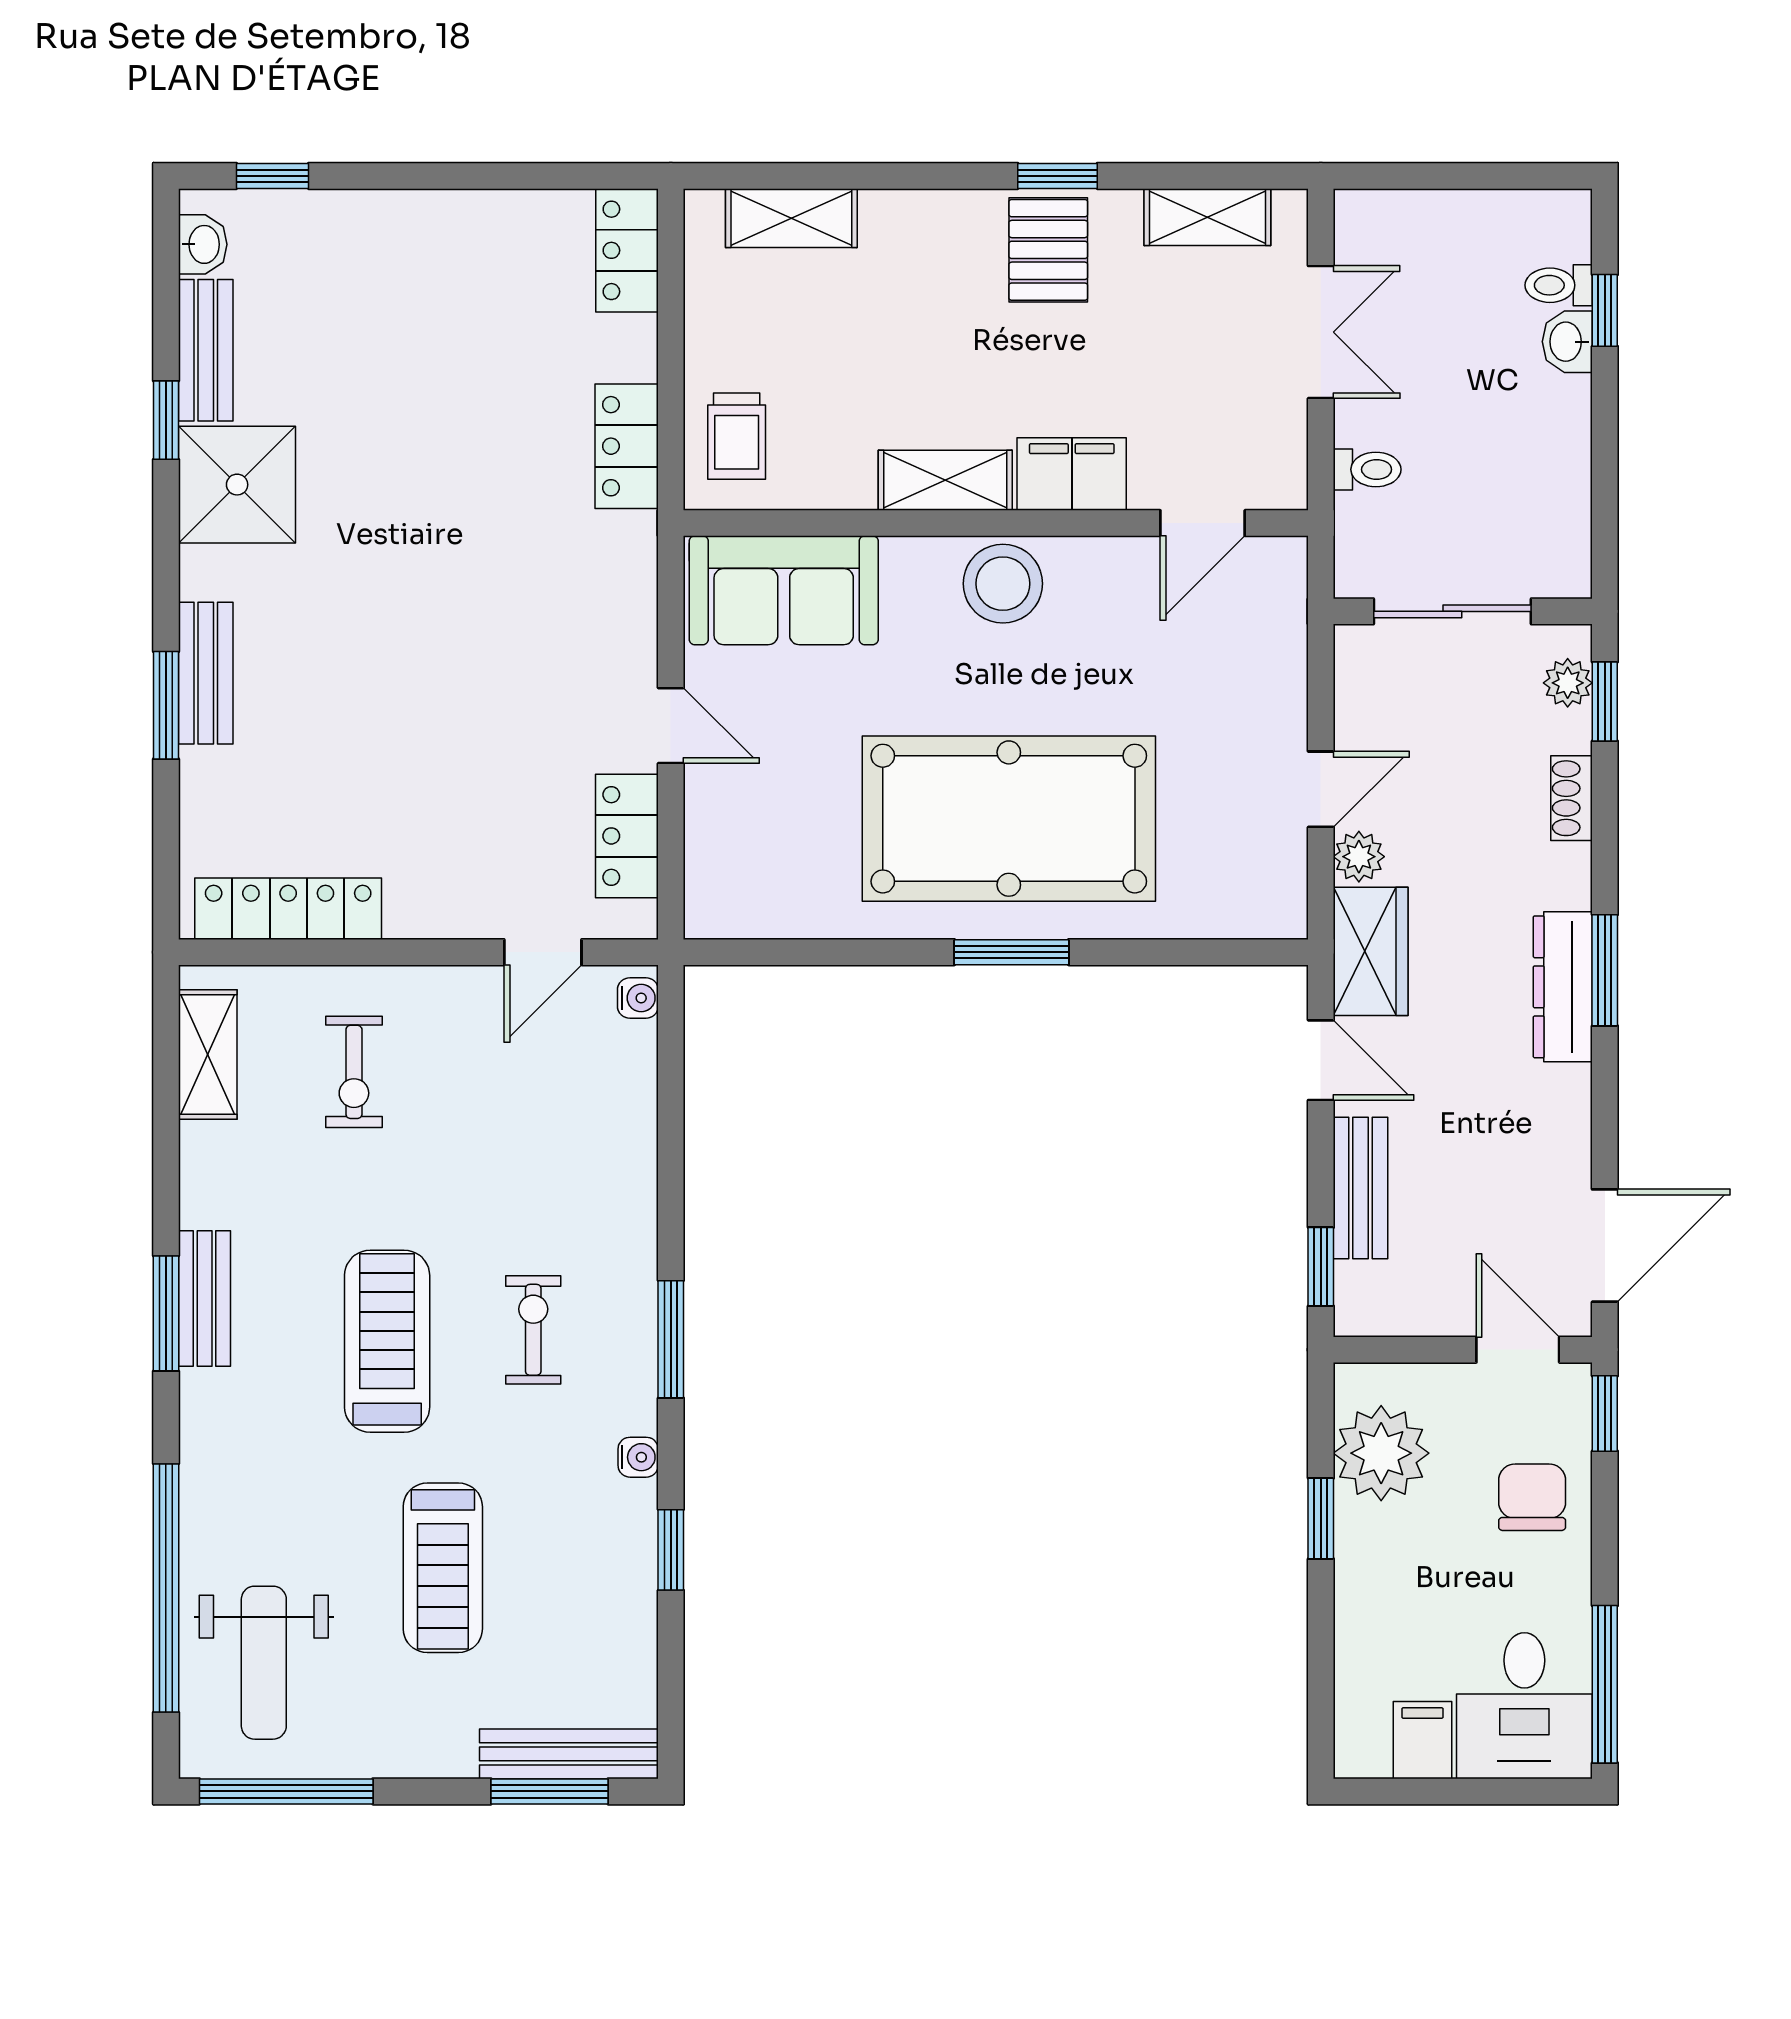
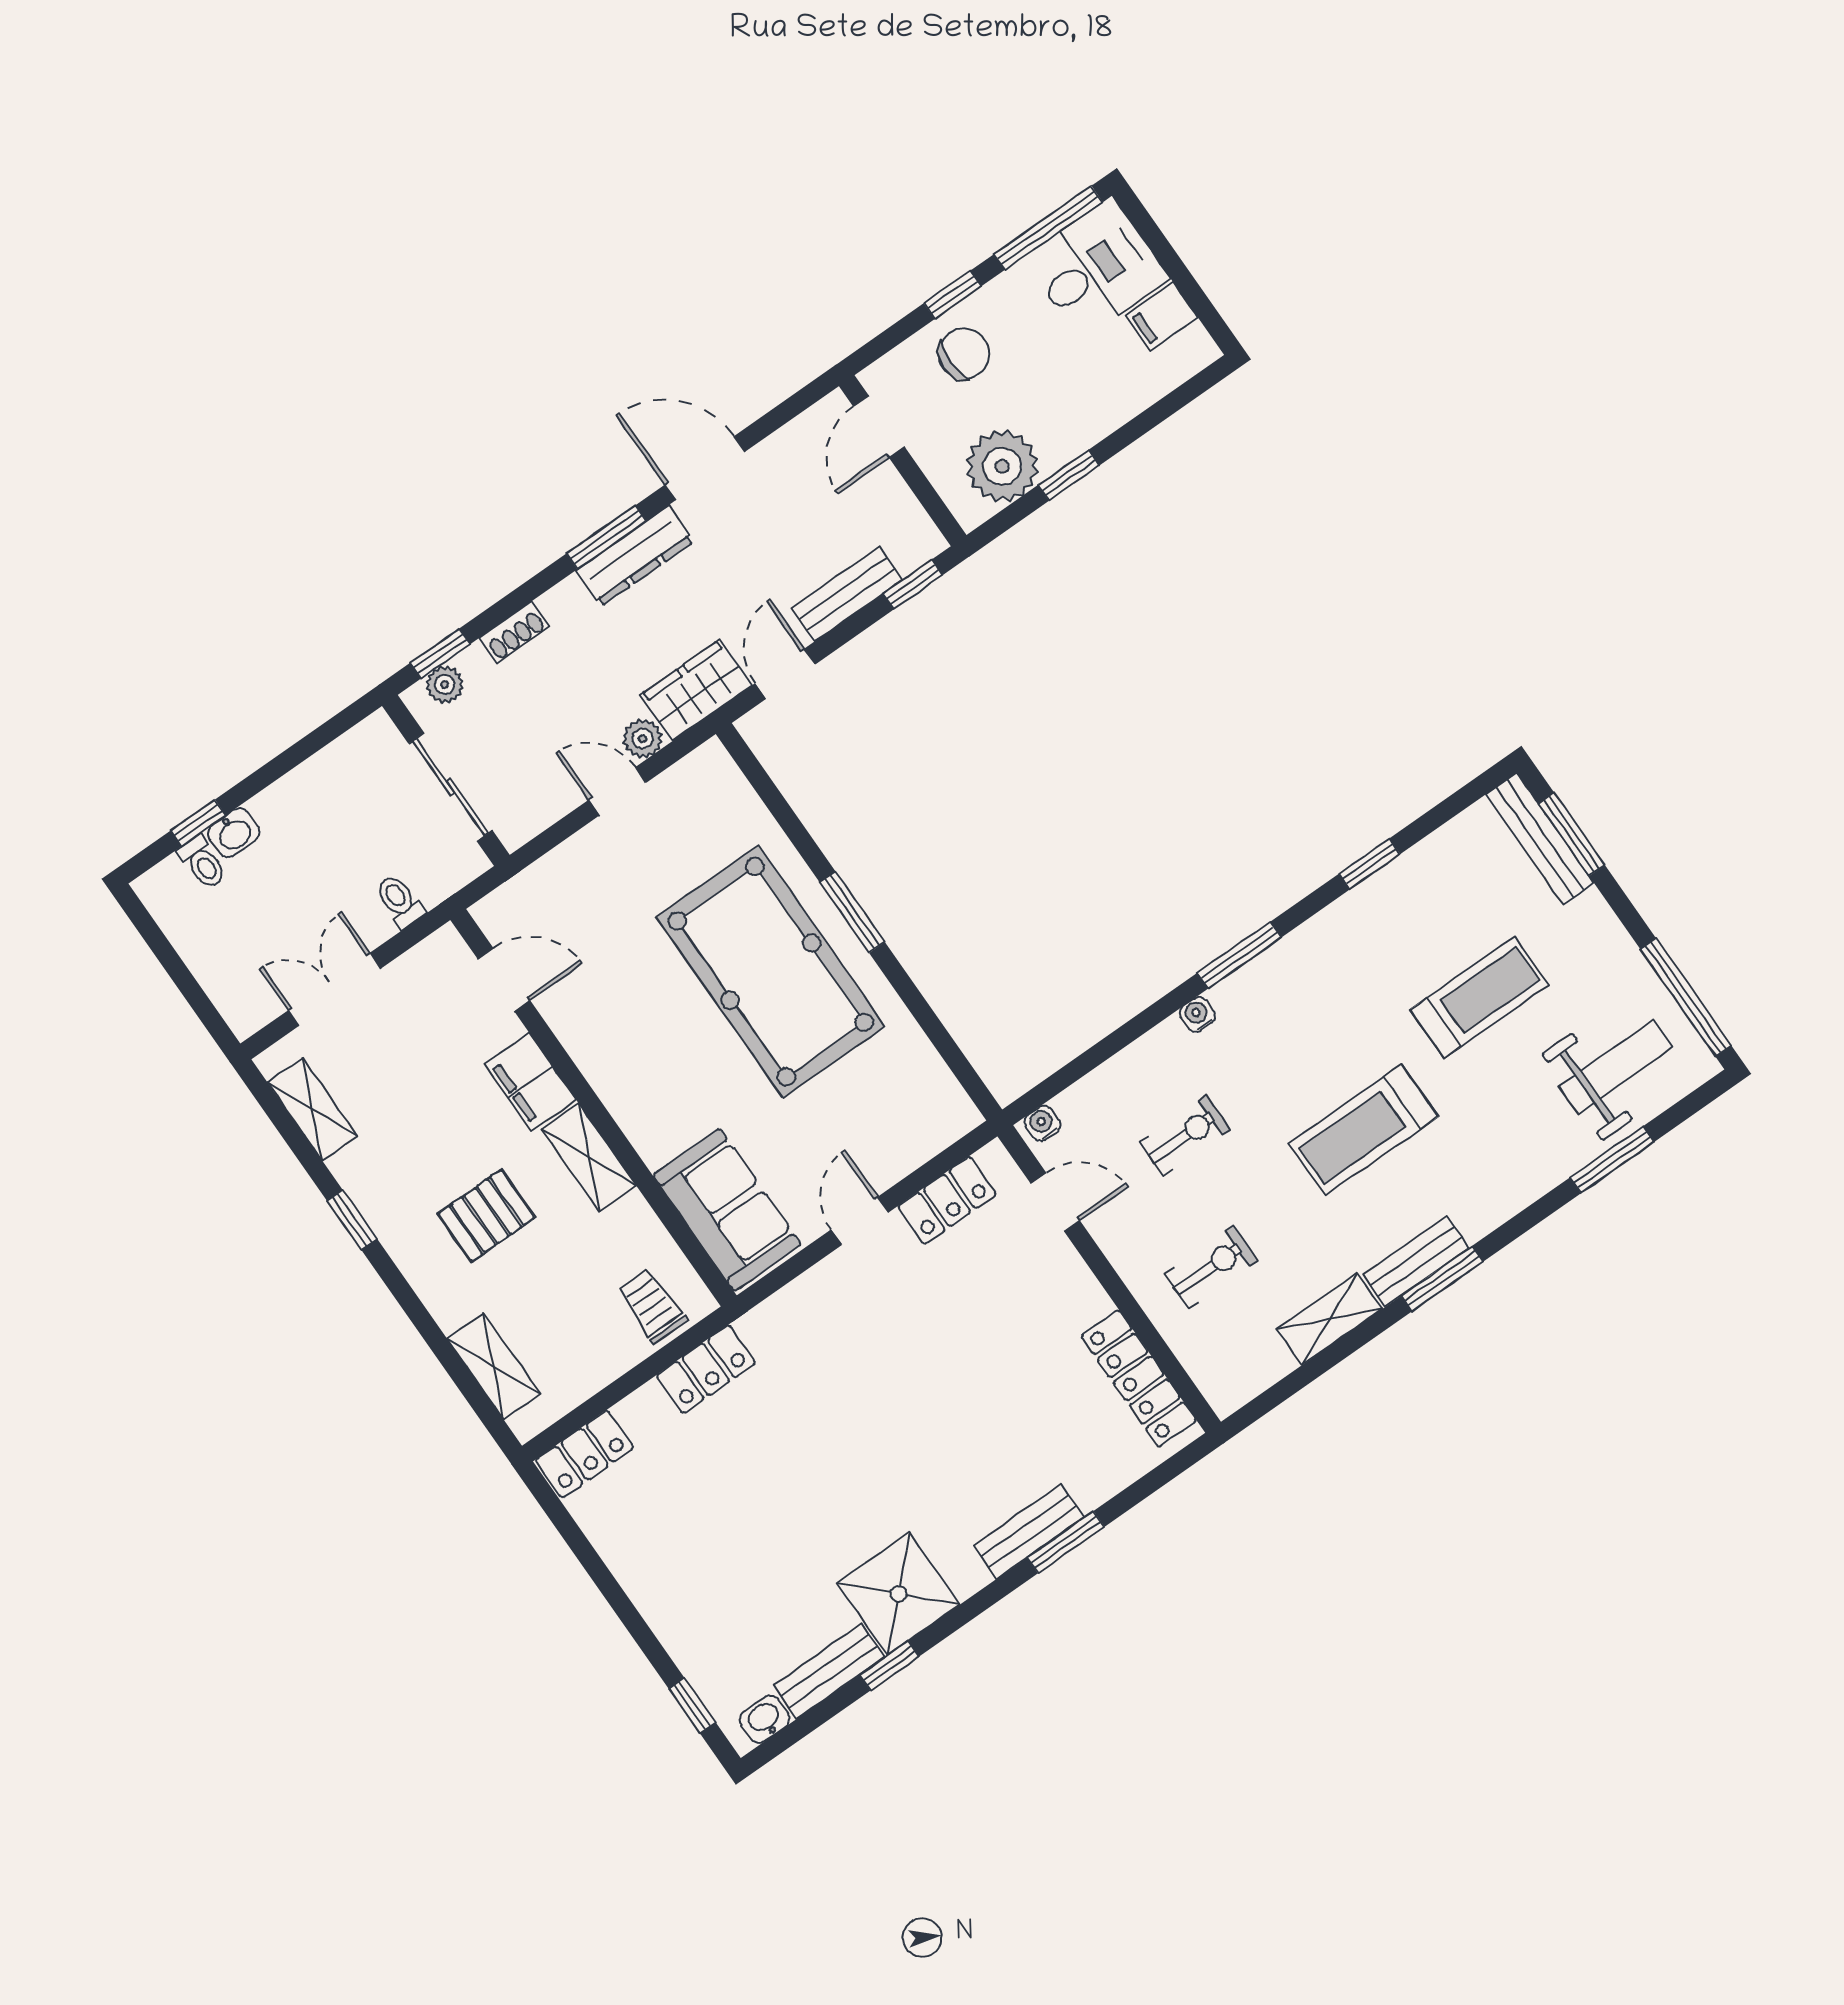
pallet: (1048, 250) -> (486, 1216), moved
trolley: (737, 436) -> (652, 1306), turned -90
stool: (1003, 584) -> (628, 1077), removed
shelving: (208, 1055) -> (1329, 1319), moved
door: (1605, 1246) -> (705, 468), moved
exercise bike: (533, 1330) -> (1185, 1136), moved, turned 180
window: (1605, 1413) -> (953, 295), moved
water cooler: (638, 1457) -> (1197, 1015), moved
chair: (1532, 1497) -> (964, 354), turned 180
window: (166, 1588) -> (1612, 1160), width x0.47

